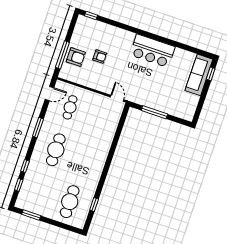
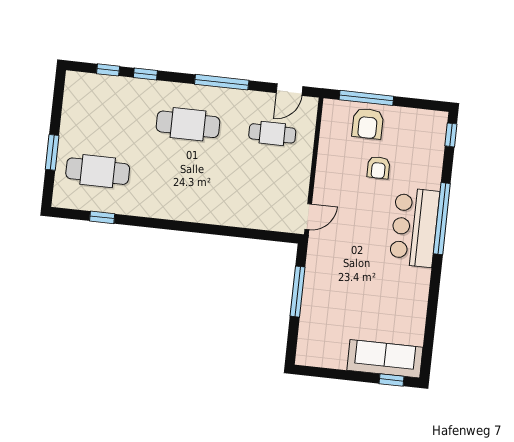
window: (133, 30) -> (442, 219), added
bar counter: (152, 51) -> (414, 227), moved
door: (49, 94) -> (290, 90), hinge flipped
window: (38, 128) -> (222, 82), width x1.44
window: (31, 215) -> (52, 152), moved

